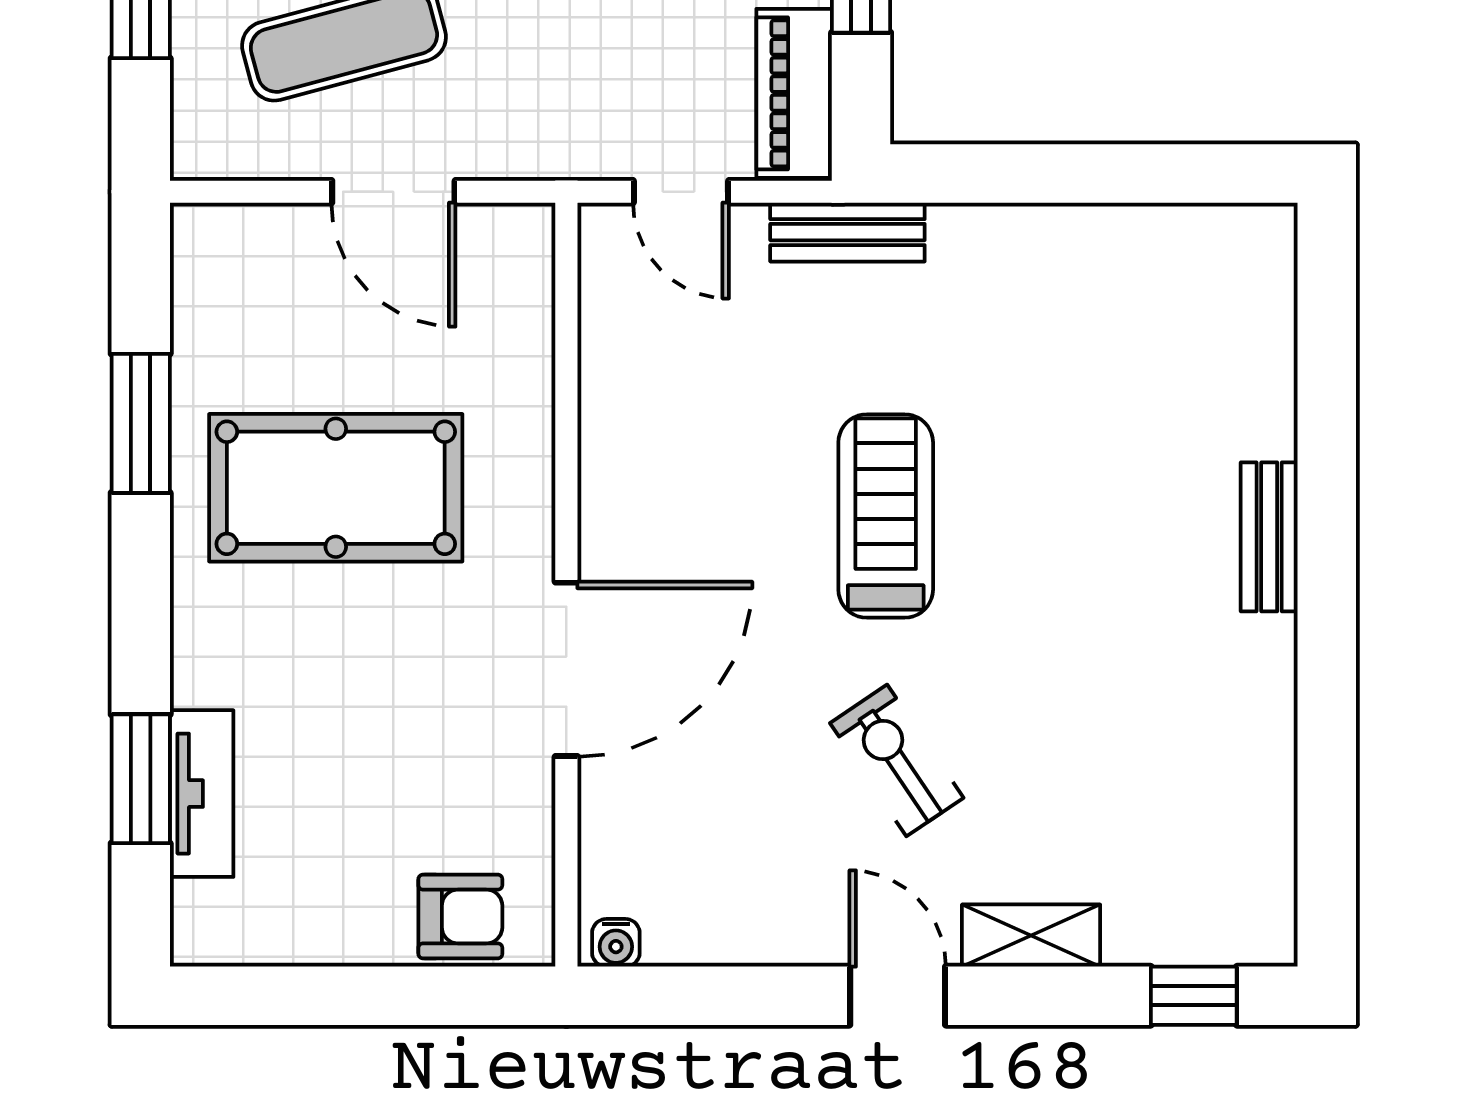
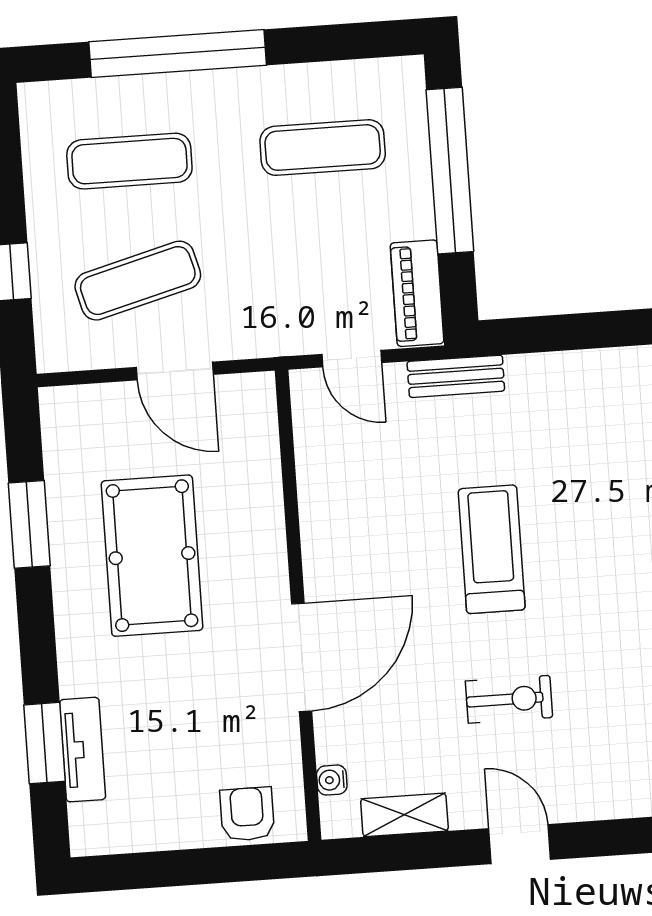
pool table: (336, 488) -> (152, 556), turned 90
exercise bike: (897, 760) -> (509, 699), turned 124
armchair: (460, 917) -> (247, 814), turned -90
shelving: (1031, 936) -> (404, 815), moved
water cooler: (616, 943) -> (332, 780), moved, turned 90

